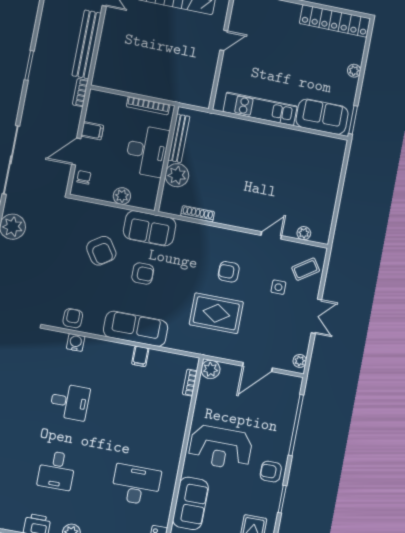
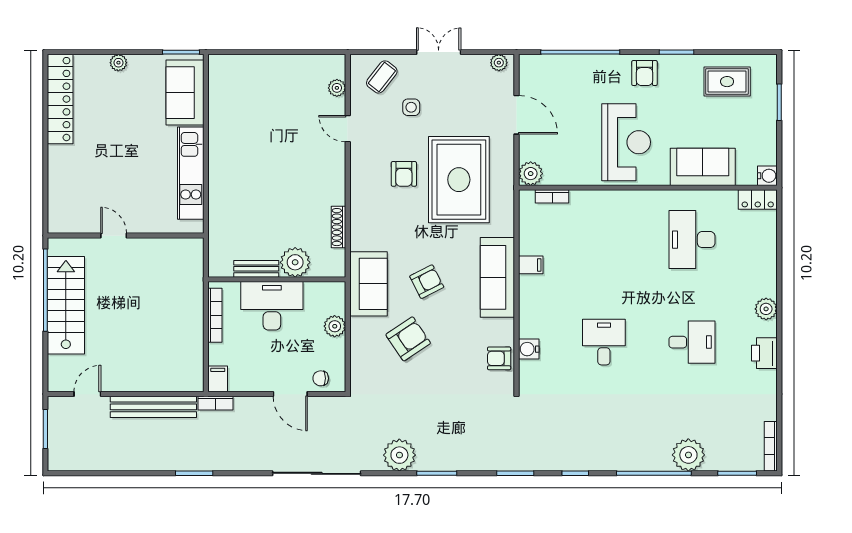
filing cabinet: (92, 131) -> (218, 379), moved
bench: (179, 138) -> (256, 269), width x0.73
coffee table: (306, 269) -> (382, 77), turned 72
armchair: (143, 274) -> (427, 282), turned 63
rug: (216, 313) -> (459, 180), width x1.37, depth x1.44

